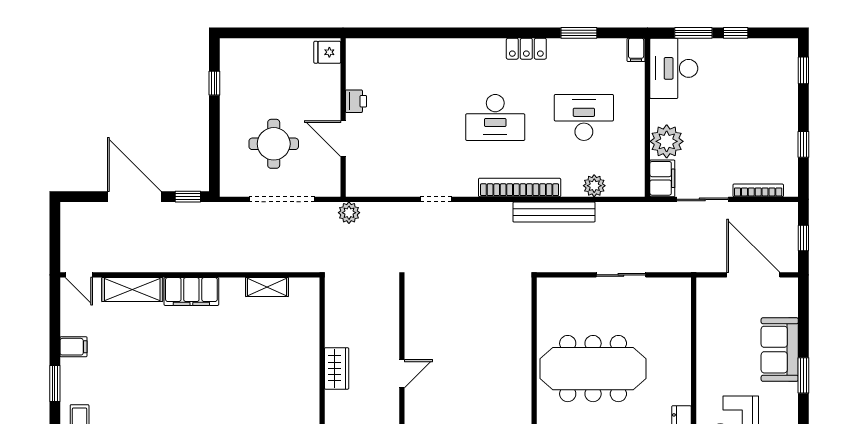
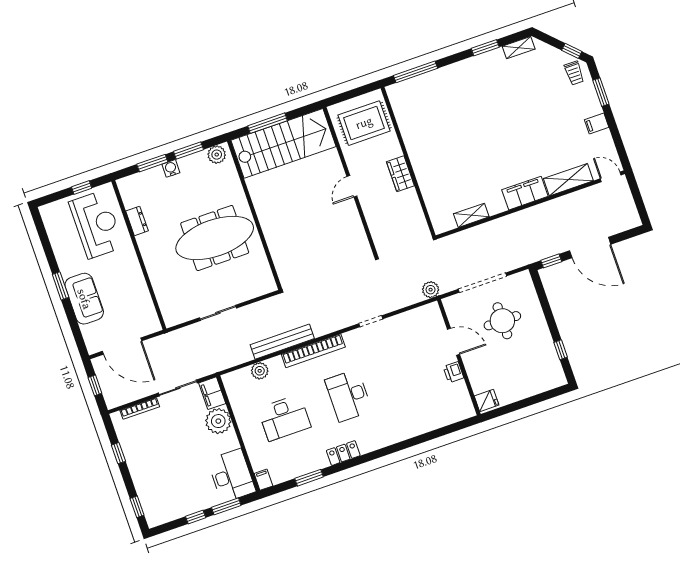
desk: (495, 117) -> (349, 395), turned -90

